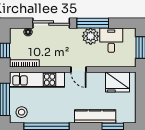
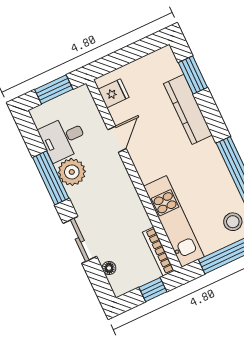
sliding door: (51, 23) -> (80, 240), width x0.73
door: (78, 70) -> (117, 139), moved
fridge: (118, 82) -> (114, 93), width x0.53, depth x0.75

